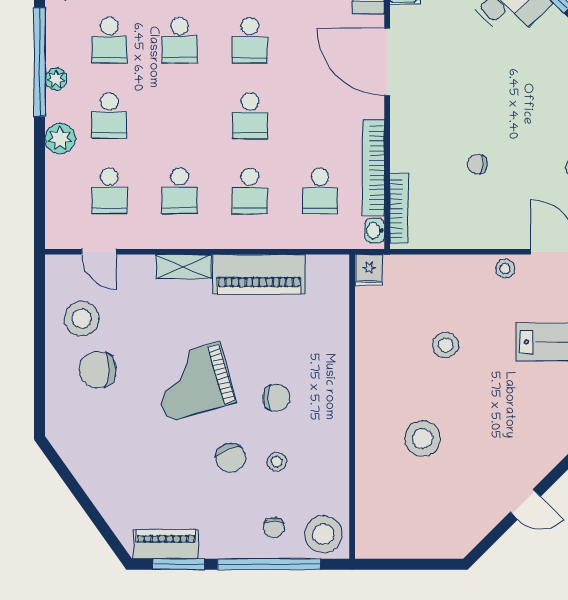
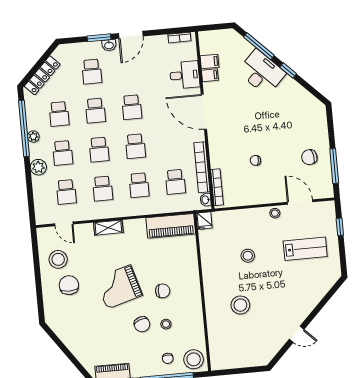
school desk: (180, 116) -> (99, 150), added
piano: (259, 274) -> (171, 226), moved
chair: (98, 370) -> (69, 285), turned 90

